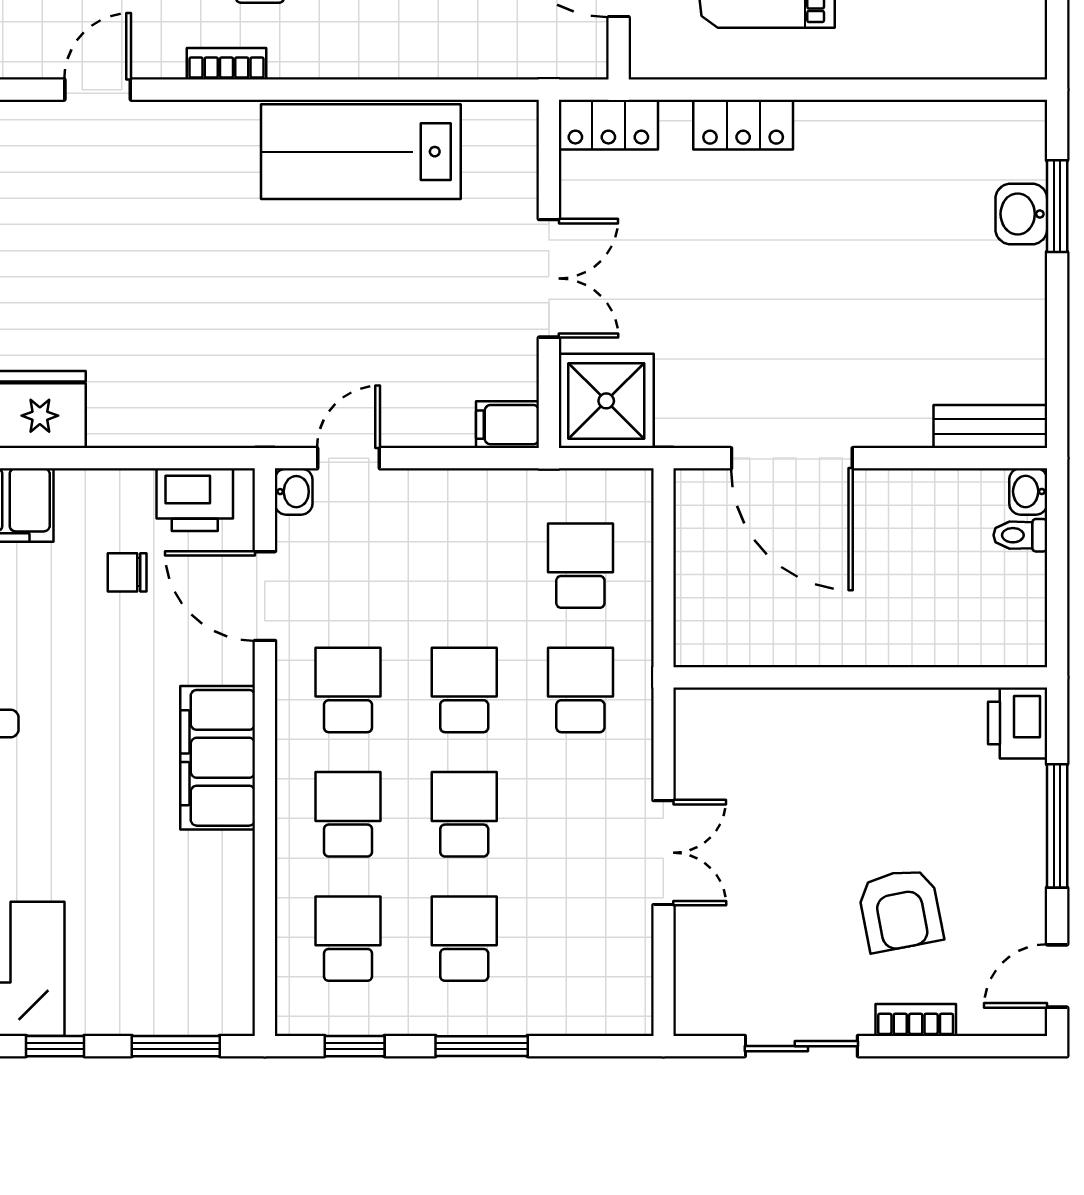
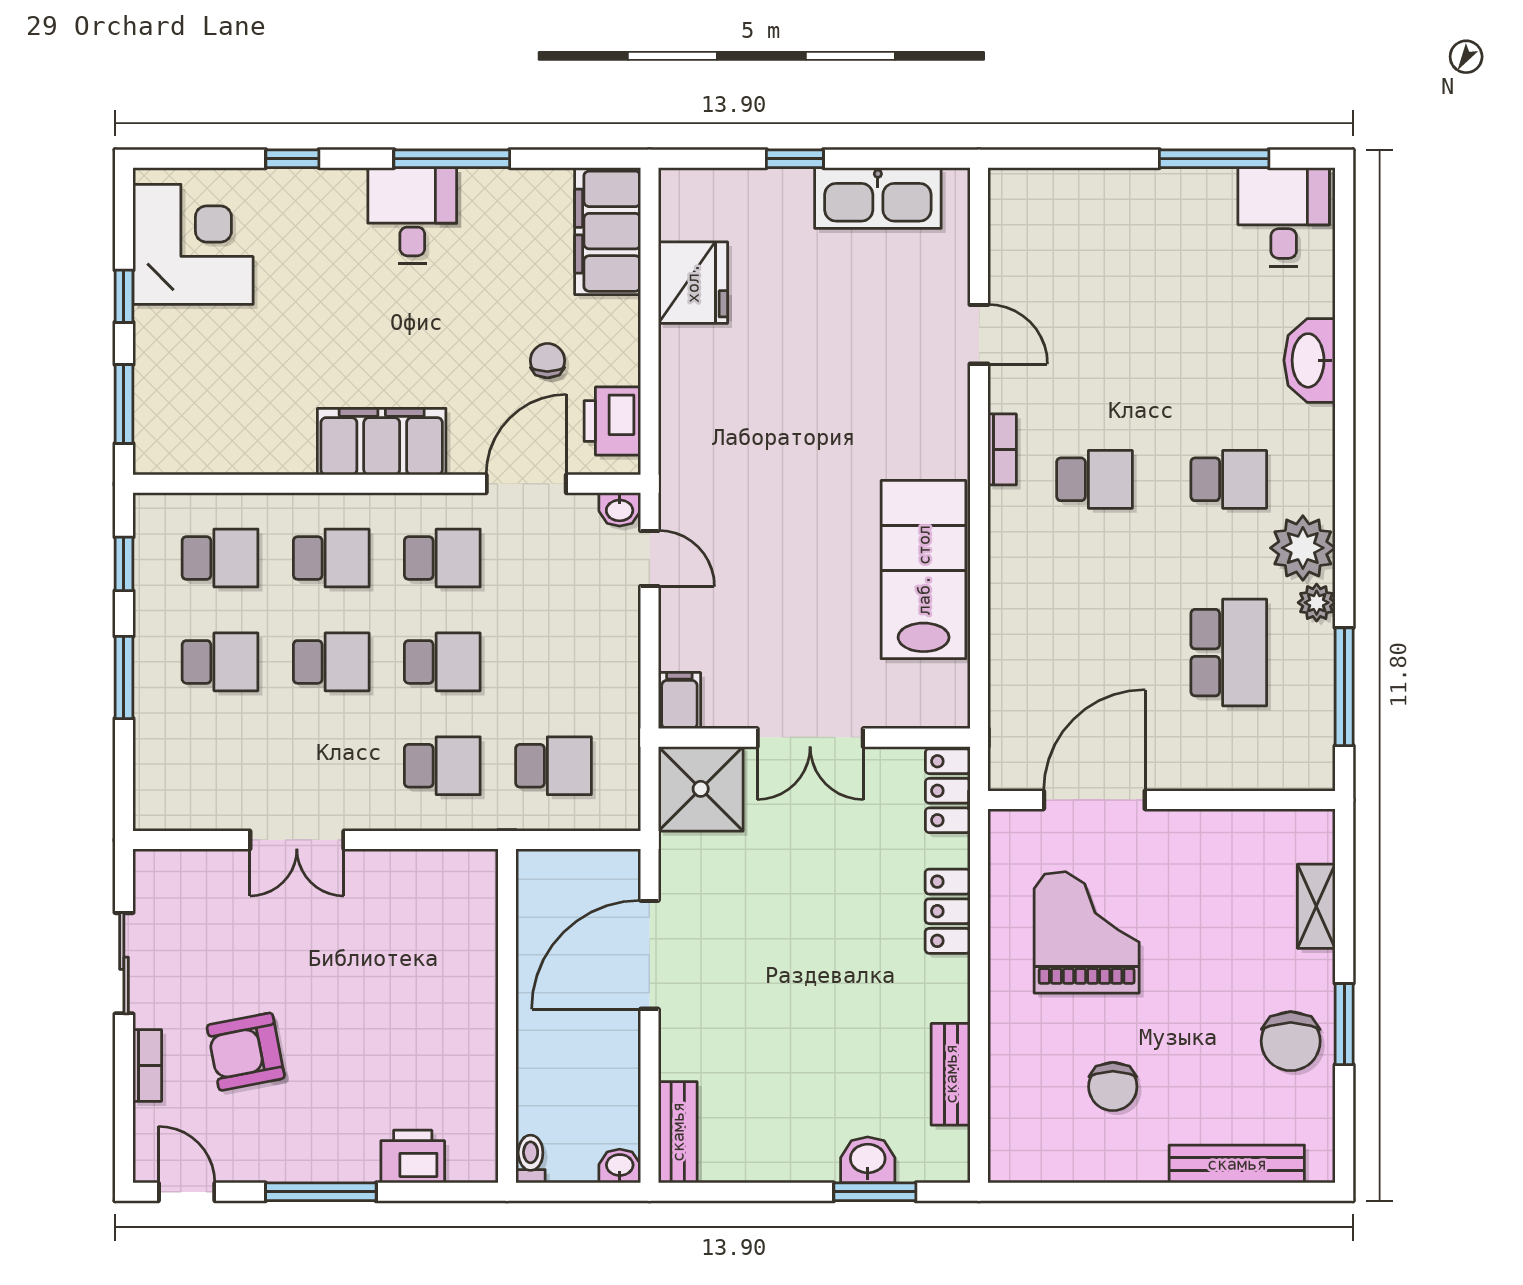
bench: (926, 121) -> (951, 1074), added
toilet: (1020, 535) -> (531, 1159), moved
wall: (860, 677) -> (507, 1016), moved

